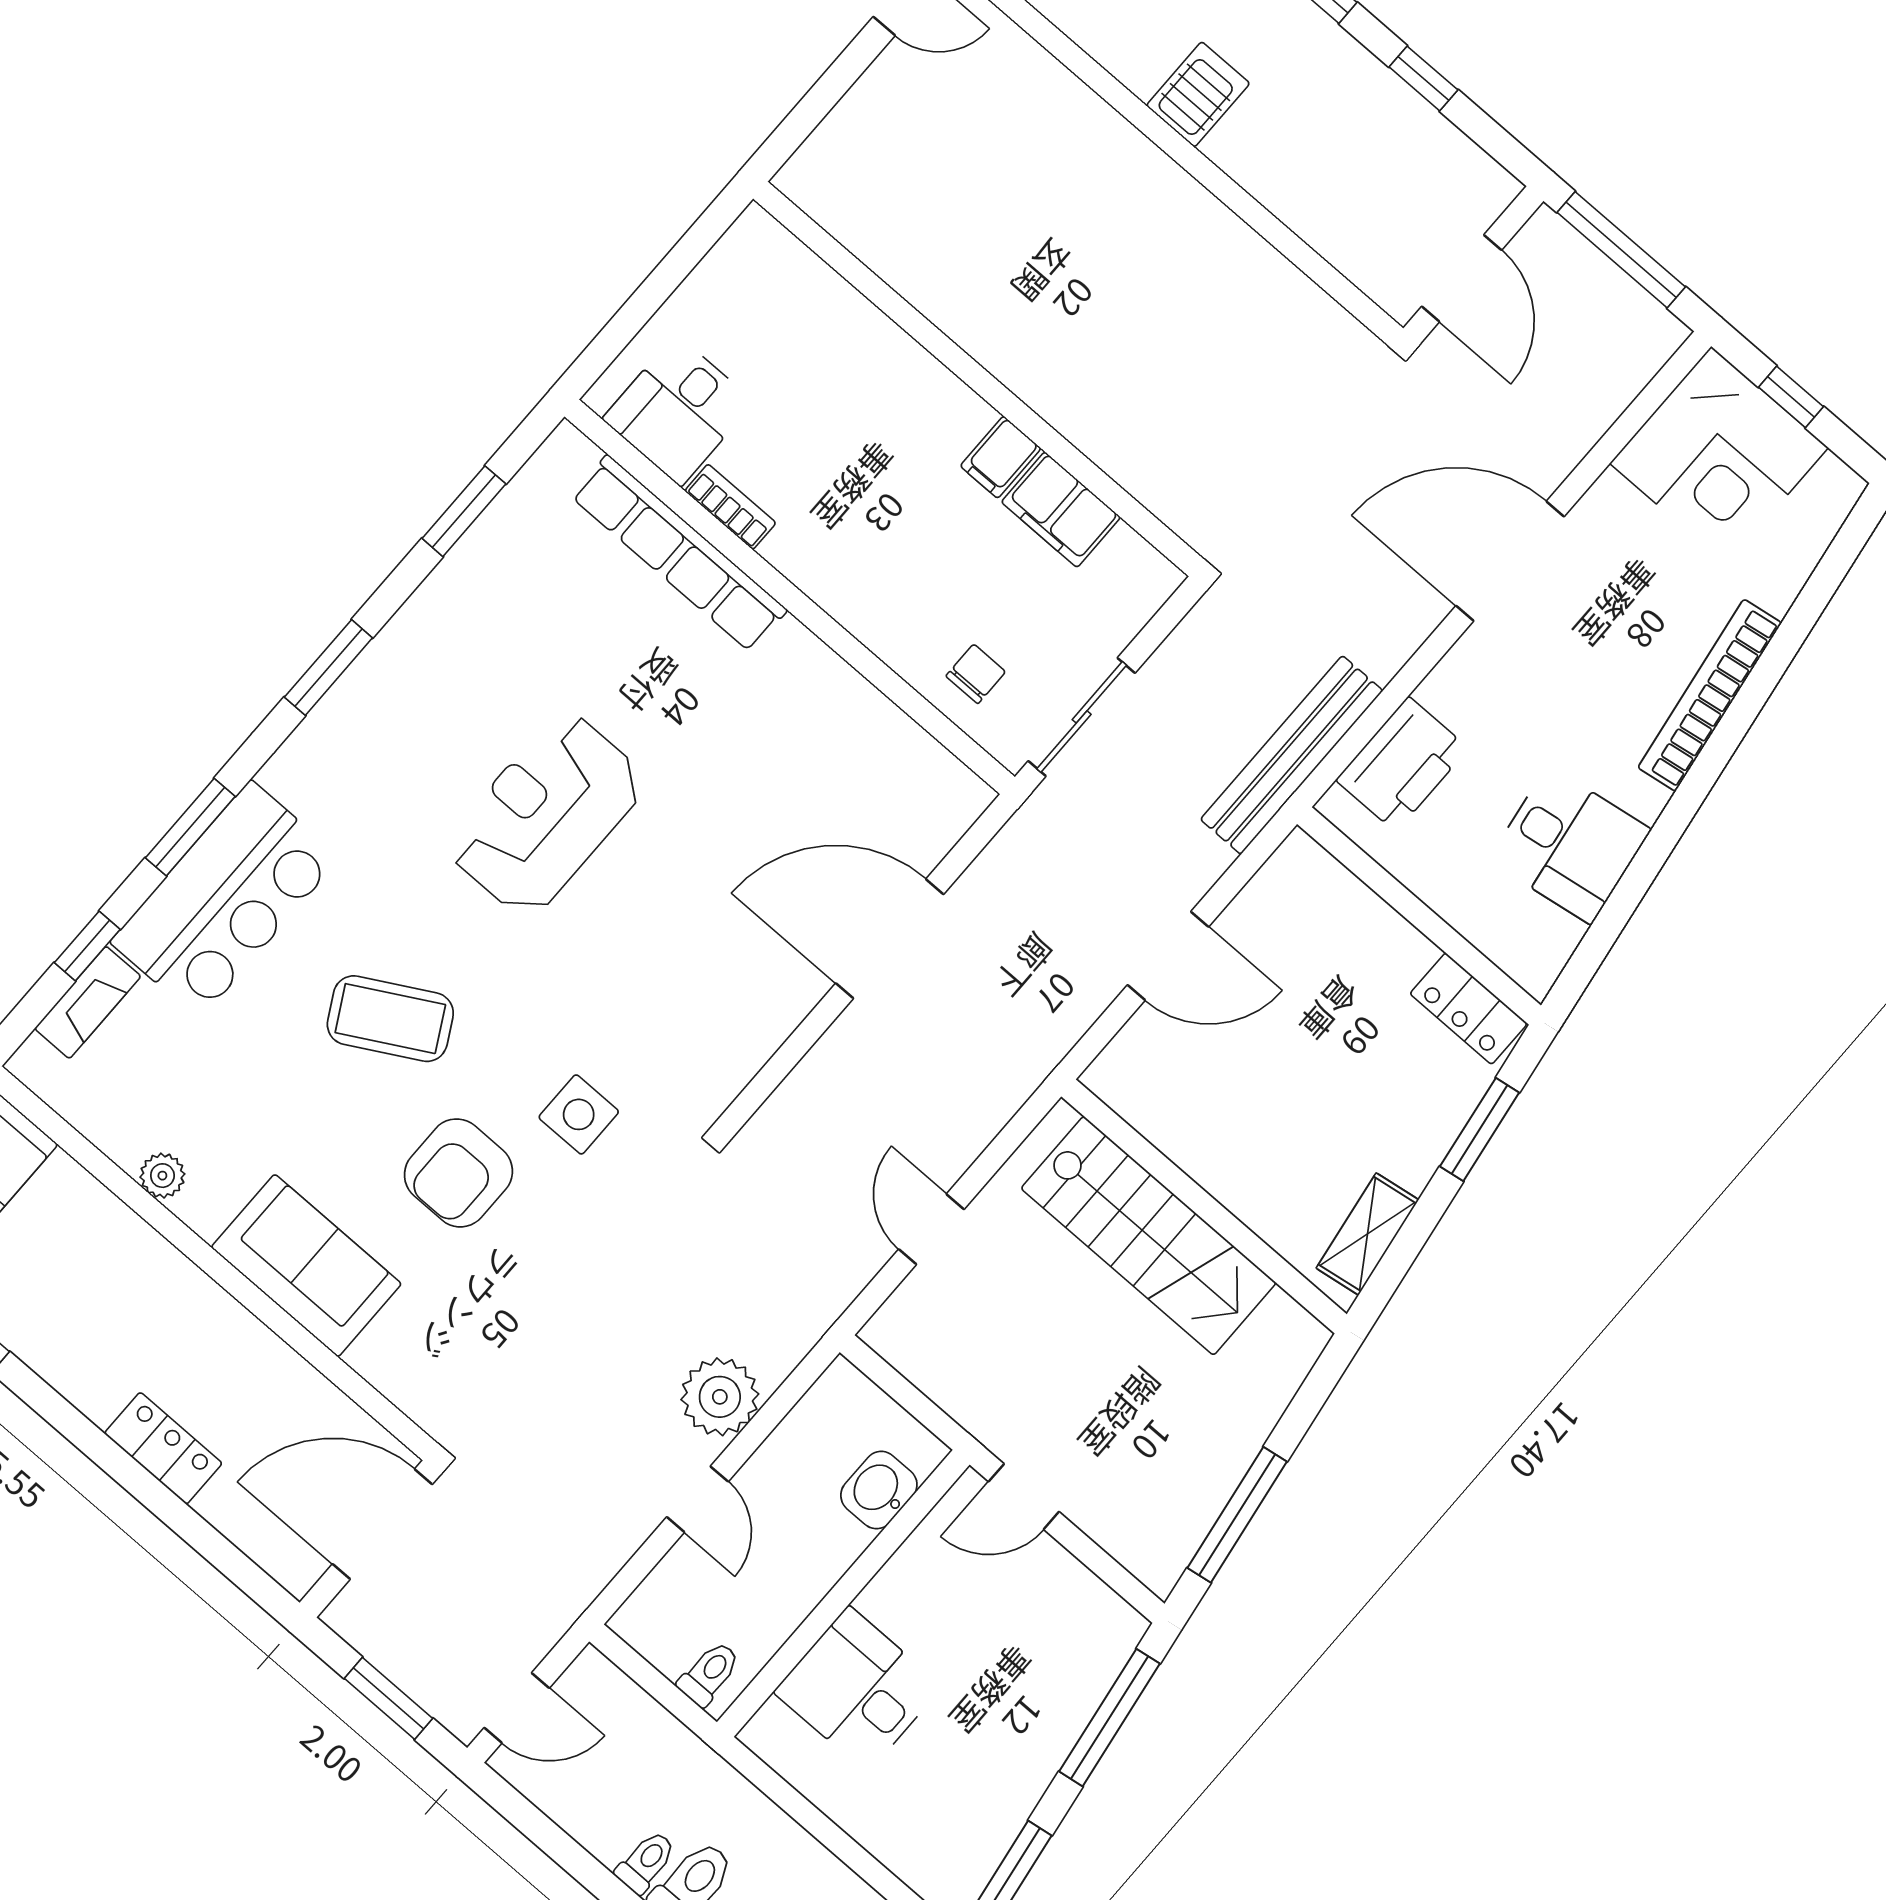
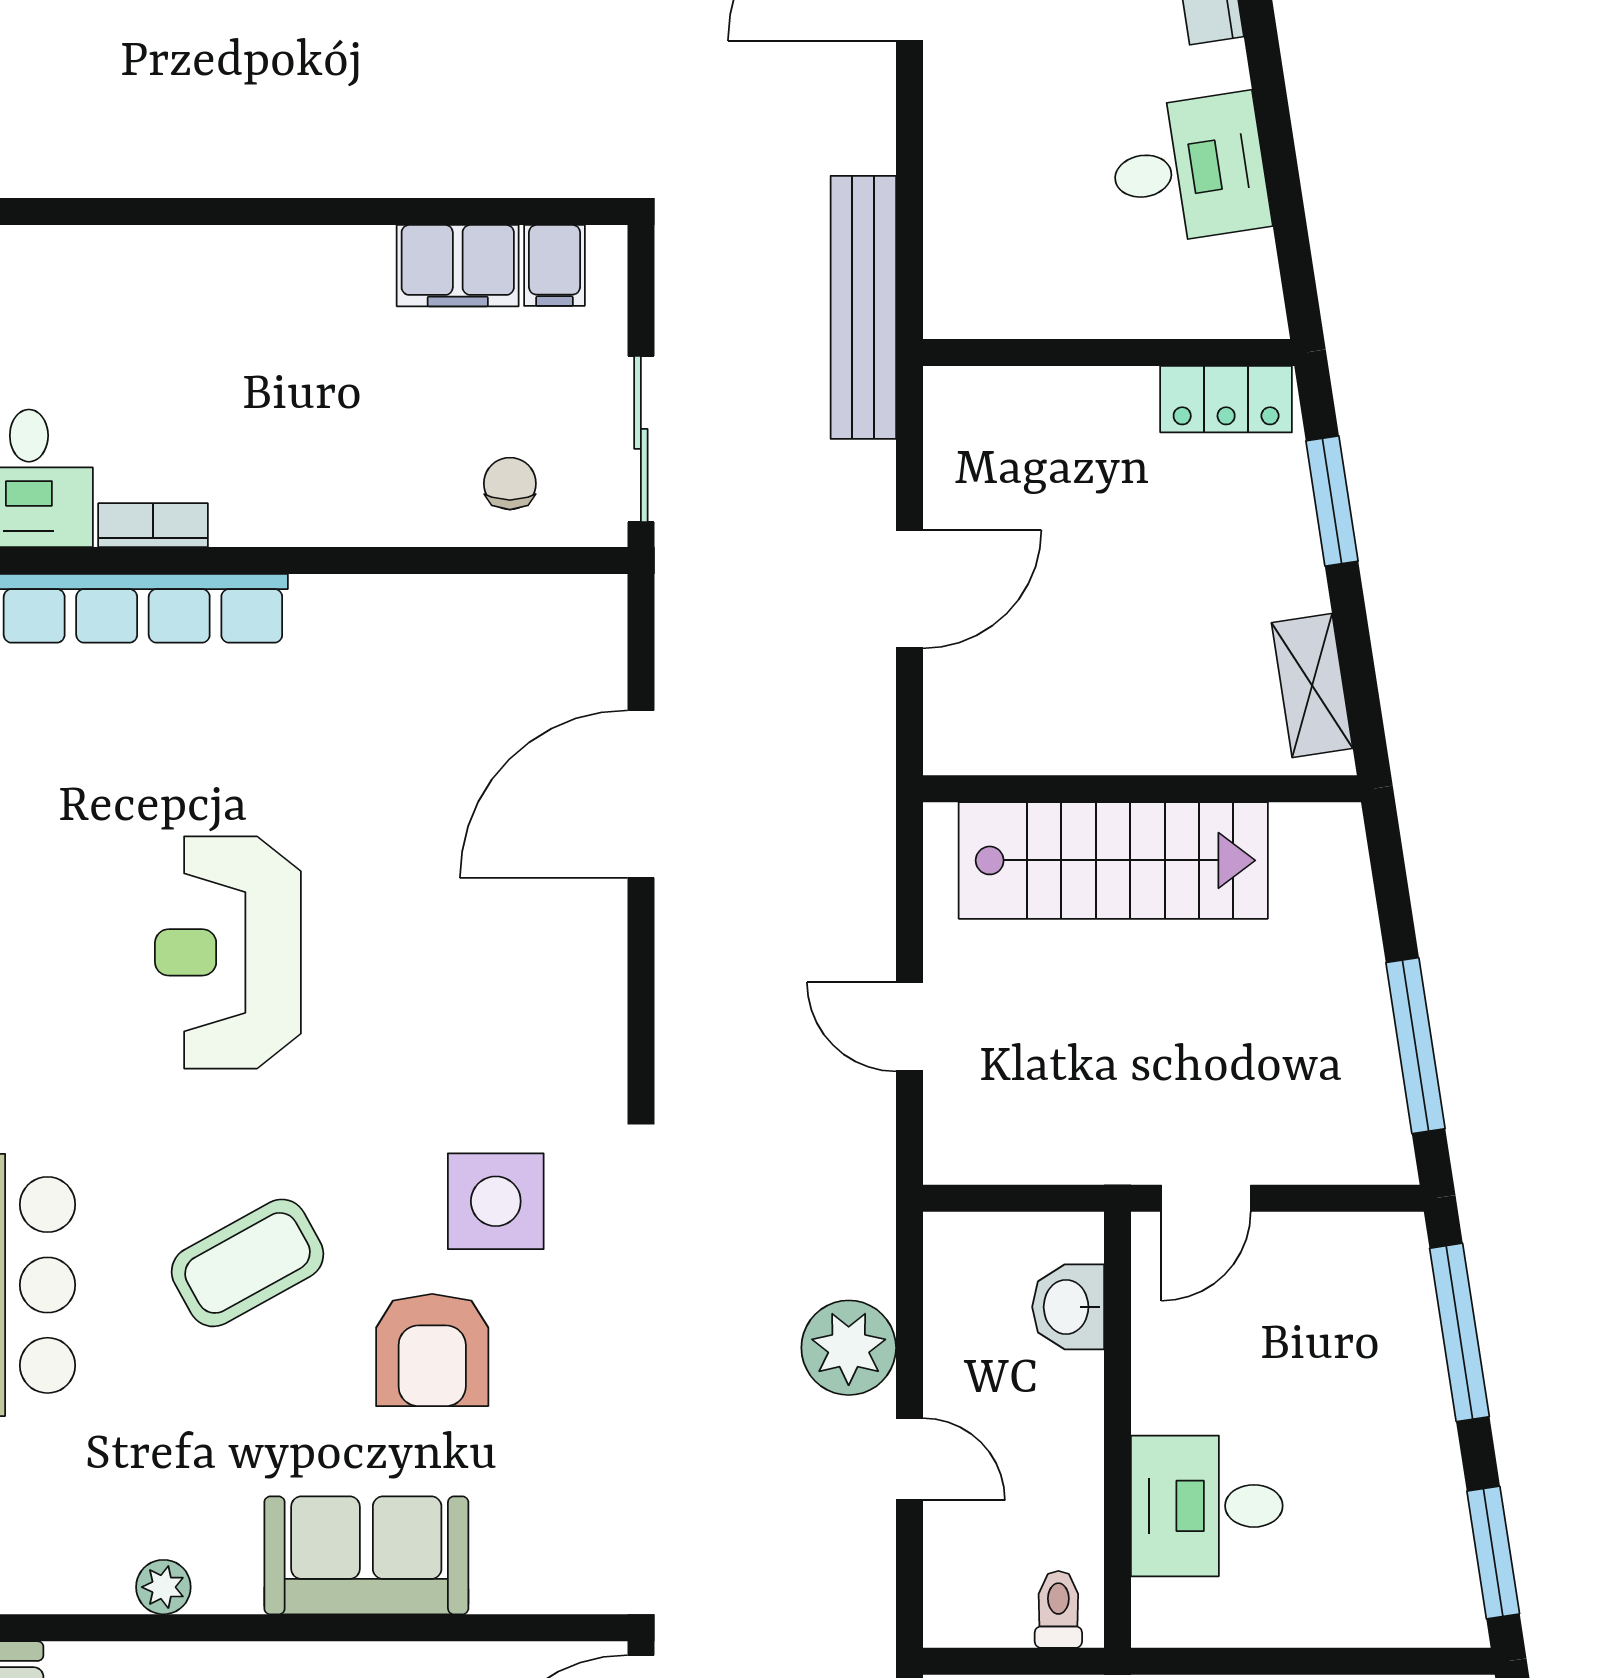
filing cabinet: (1001, 457) -> (554, 265), moved
printer: (1402, 764) -> (972, 228), removed
side table: (579, 1114) -> (496, 1201), width x1.37, depth x1.37

